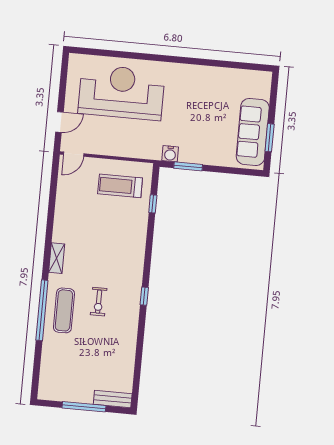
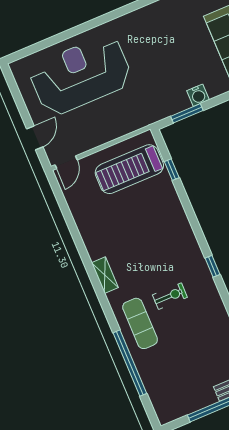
water cooler: (170, 154) -> (198, 95), moved
treadmill: (120, 186) -> (129, 169), width x1.37, depth x1.38
exercise bike: (99, 302) -> (170, 296), turned -90
window: (42, 310) -> (130, 363), moved

